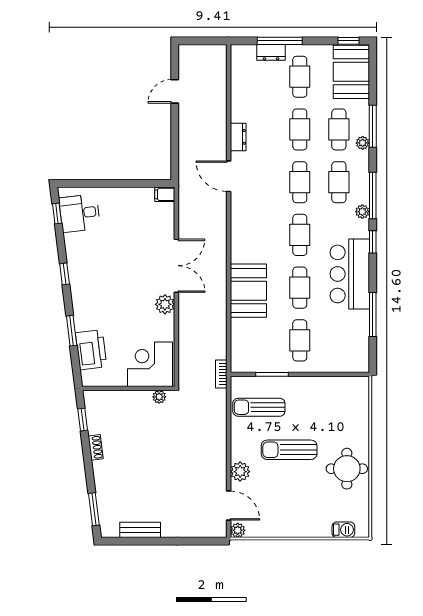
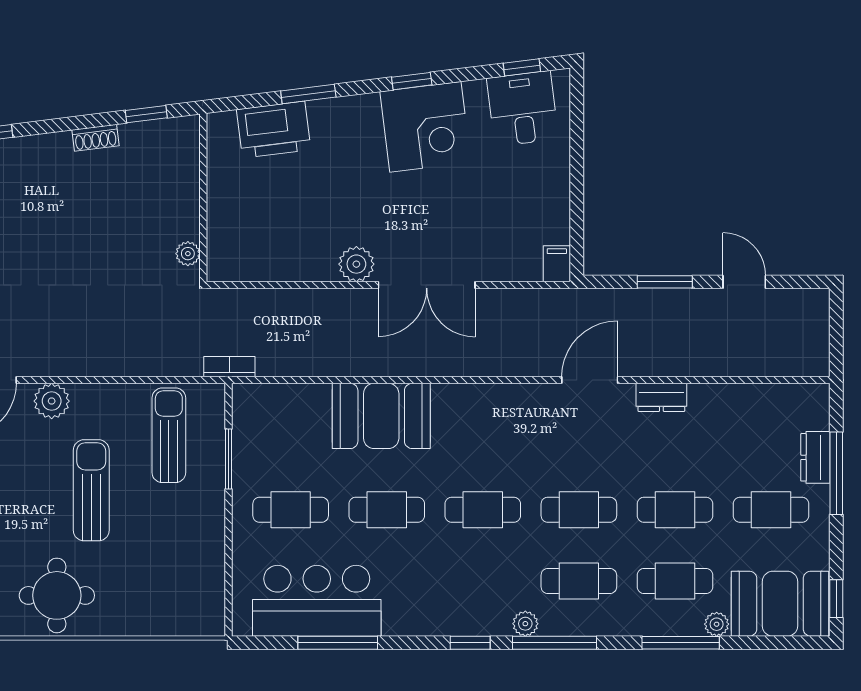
window: (175, 135) -> (665, 282), added
plant: (363, 143) -> (717, 624), moved
bar counter: (350, 274) -> (317, 601), moved
corner desk: (150, 364) -> (425, 127), moved, turned 83

